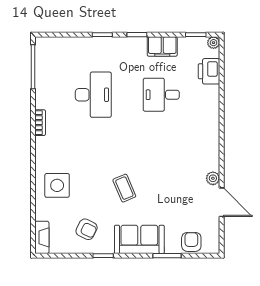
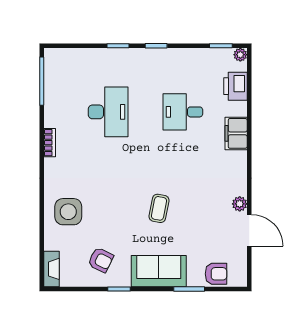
filing cabinet: (162, 46) -> (236, 133), moved, turned 90
coffee table: (124, 188) -> (159, 208), moved, turned 34
armchair: (191, 242) -> (216, 274), turned 90

